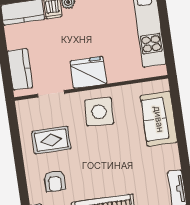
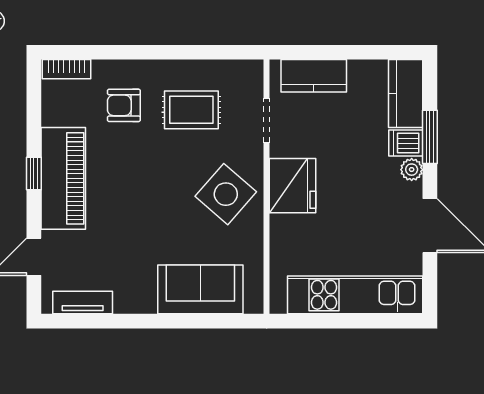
side table: (99, 112) -> (226, 194), turned 38
rug: (51, 140) -> (191, 110), turned 90

